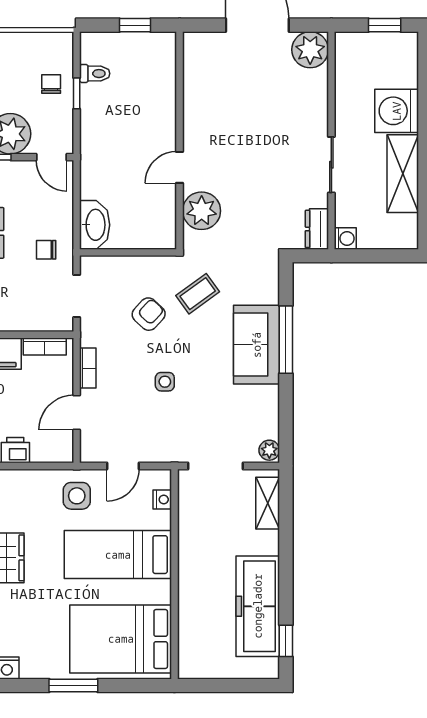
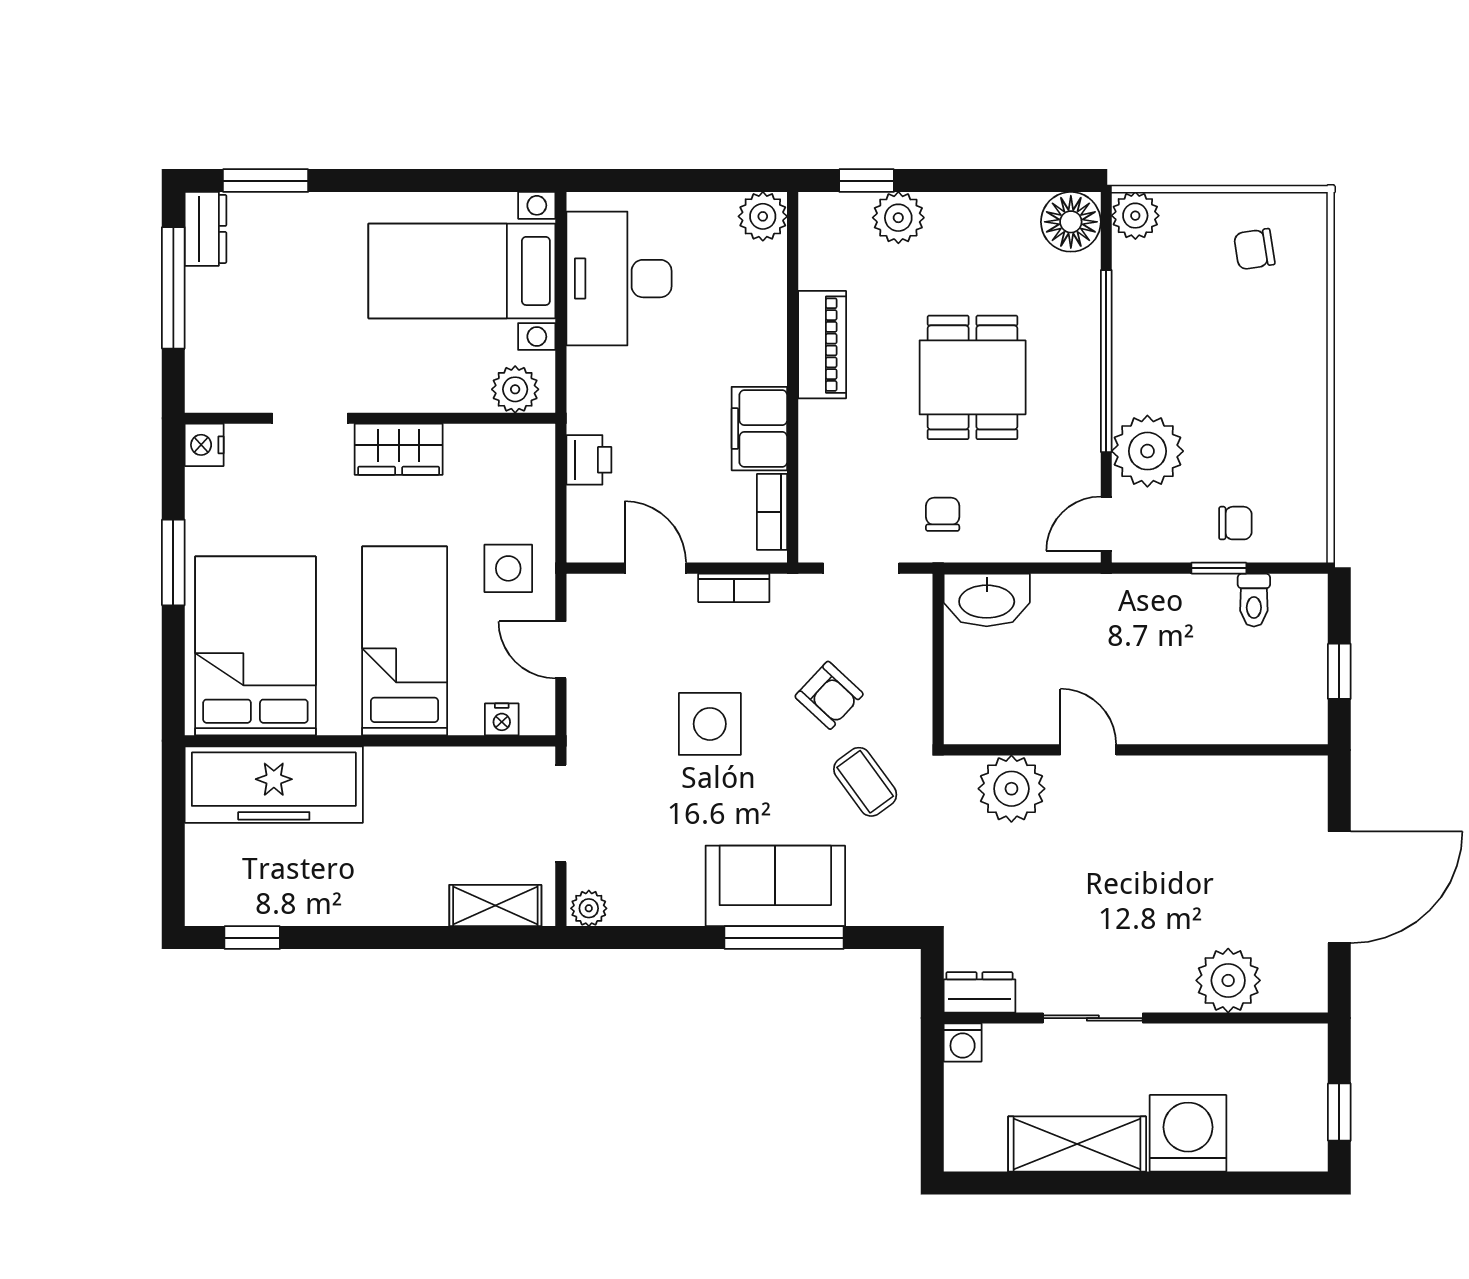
plant: (310, 50) -> (1228, 980), moved
side table: (165, 382) -> (710, 724), width x1.87, depth x1.87
freezer: (258, 606) -> (274, 785), moved, turned 180

